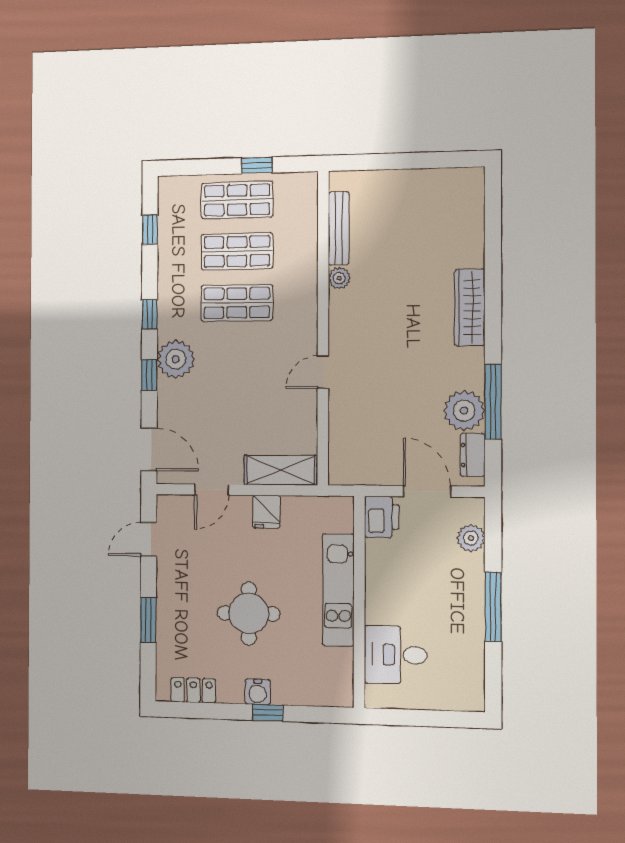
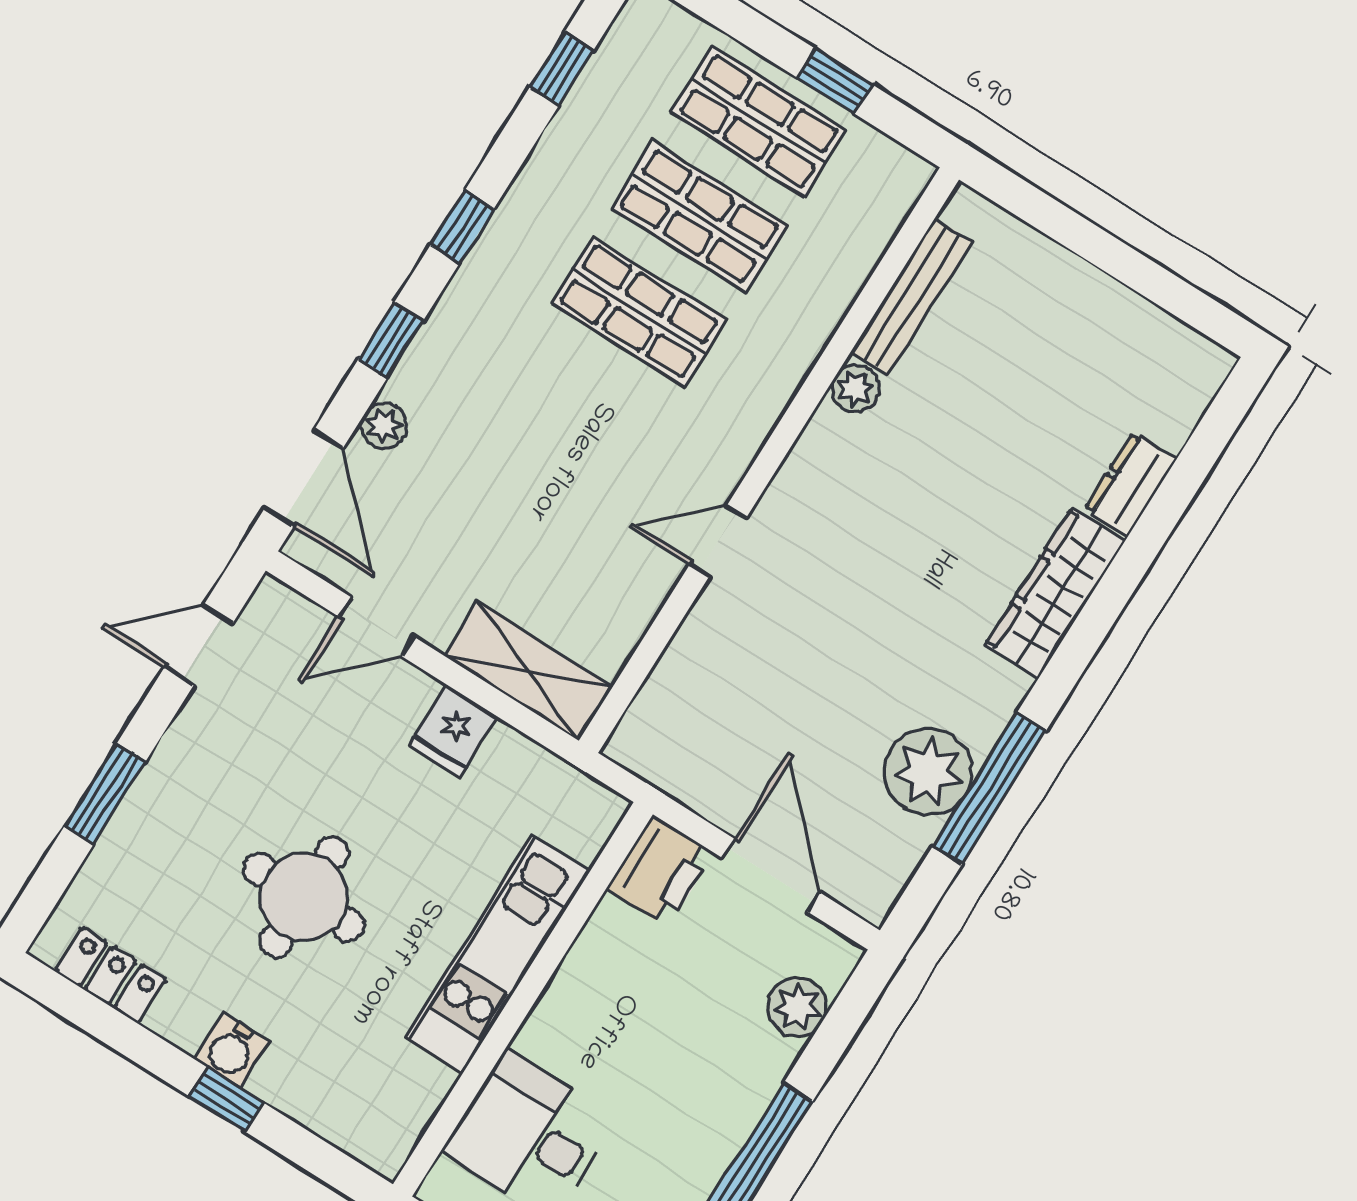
plant: (176, 359) -> (384, 426), moved, width x0.53, depth x0.53
dresser: (473, 455) -> (1130, 484), moved

